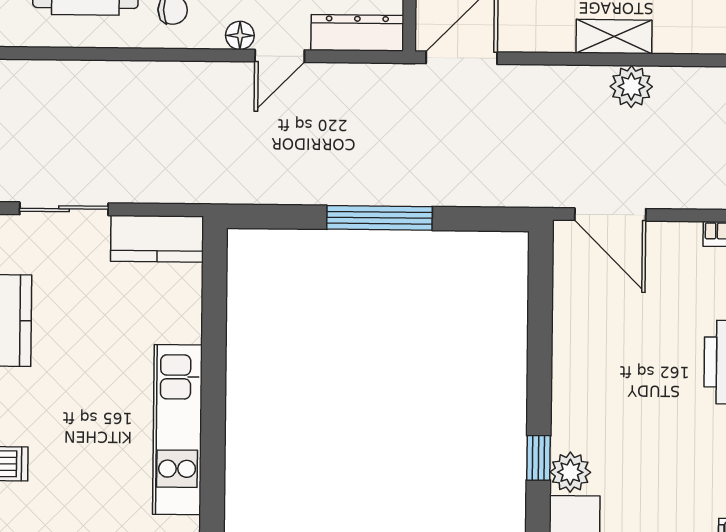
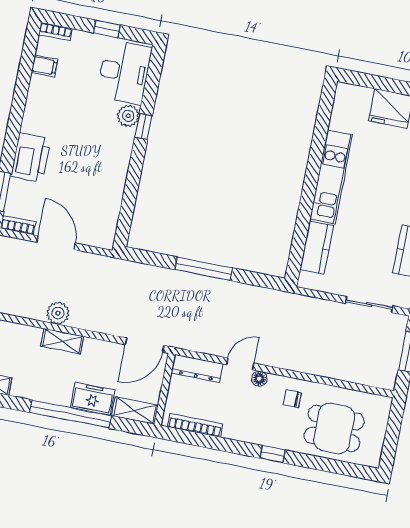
door: (610, 214) -> (56, 243), moved
kitchen counter: (157, 239) -> (317, 248), moved, turned 90

